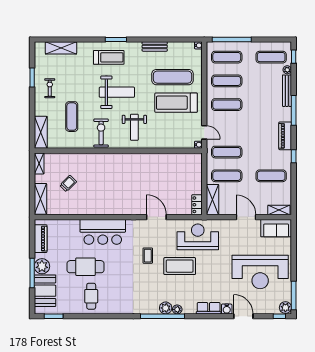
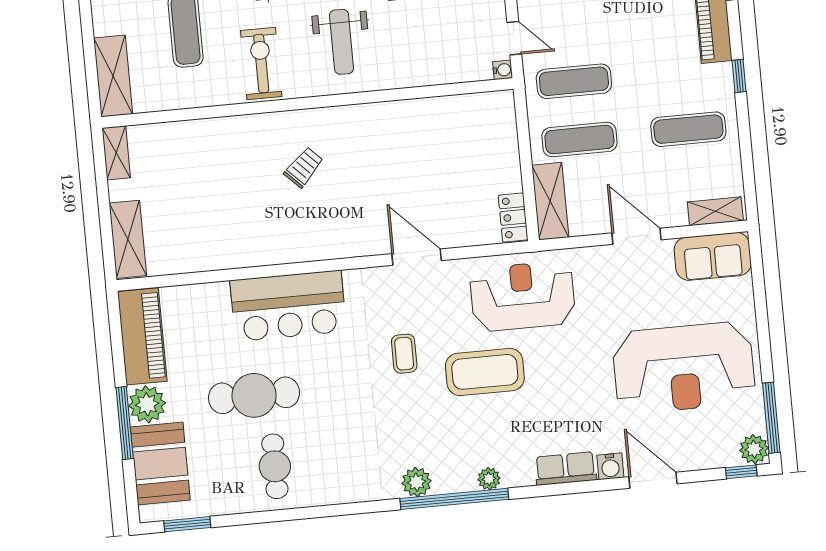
trolley: (68, 184) -> (304, 167), moved
piano: (41, 239) -> (142, 336), width x1.37, depth x1.33
plant: (166, 308) -> (417, 482), moved

